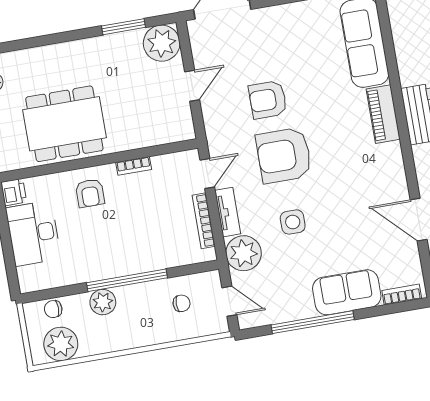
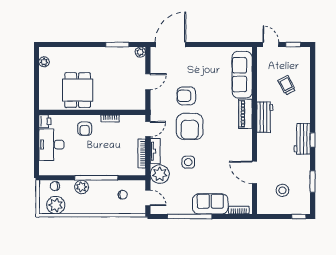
plant: (162, 43) -> (140, 52), width x0.53, depth x0.53
dining table: (64, 124) -> (78, 90), width x0.73
armchair: (284, 155) -> (190, 126), turned -90

